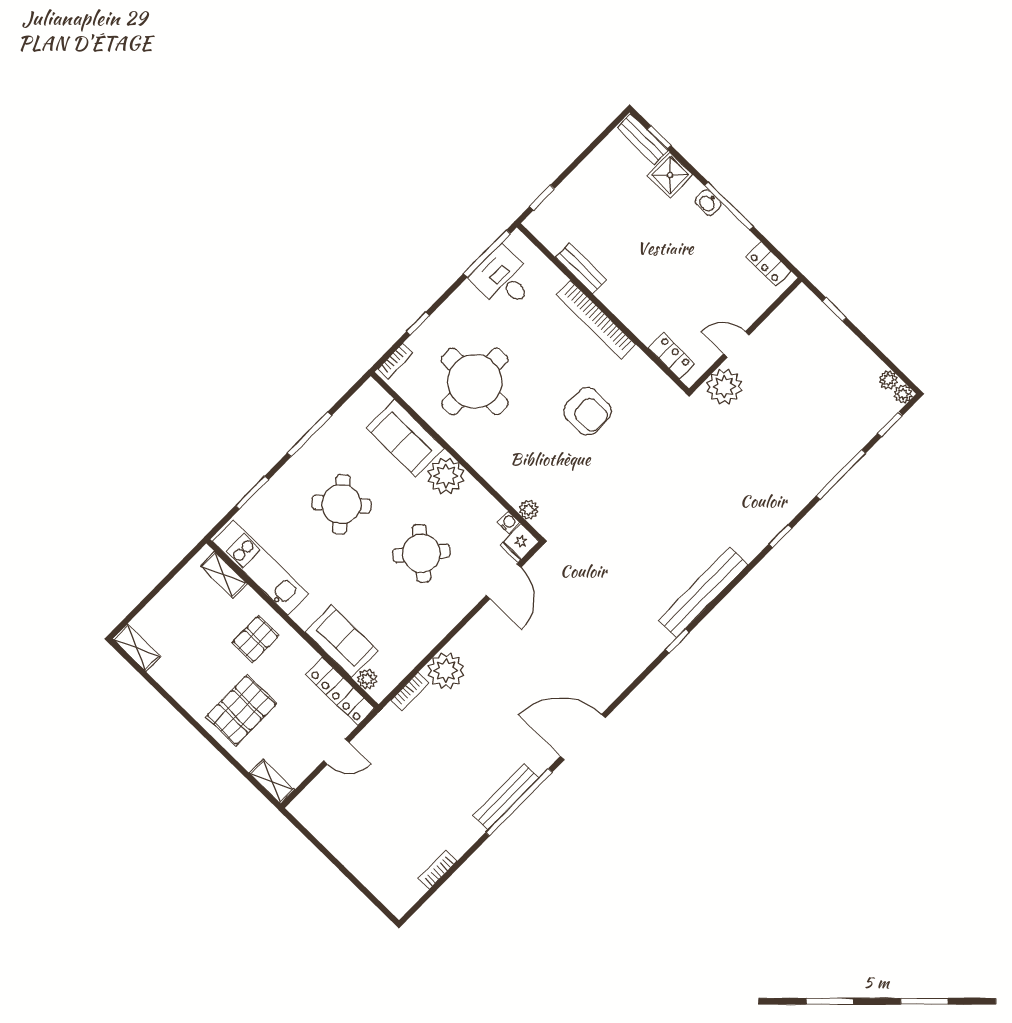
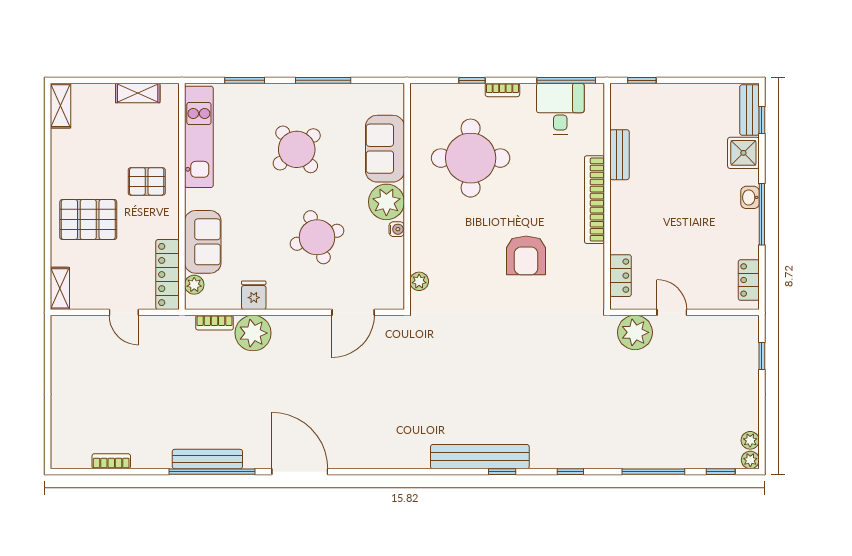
bookcase: (395, 361) -> (502, 90), moved
water cooler: (508, 522) -> (397, 229), moved
fridge: (519, 543) -> (254, 295), moved, turned 90
round table: (421, 553) -> (317, 237), turned 32
shelving: (224, 575) -> (138, 93), moved, turned 90
window: (677, 641) -> (502, 472), moved

